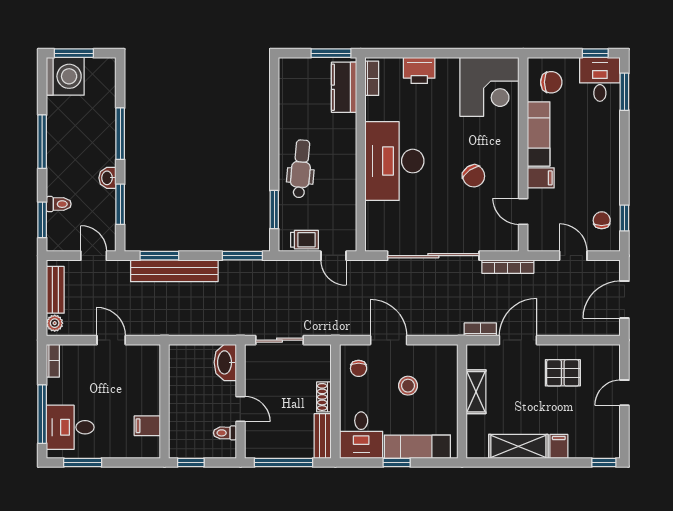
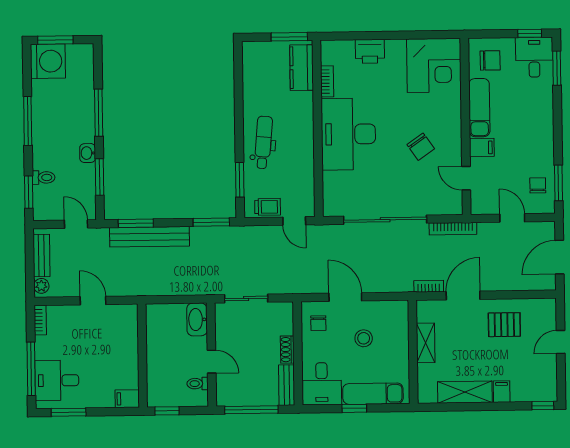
bookcase: (372, 78) -> (327, 81), moved
window: (624, 218) -> (558, 183), width x1.50
filing cabinet: (147, 426) -> (127, 399), moved

